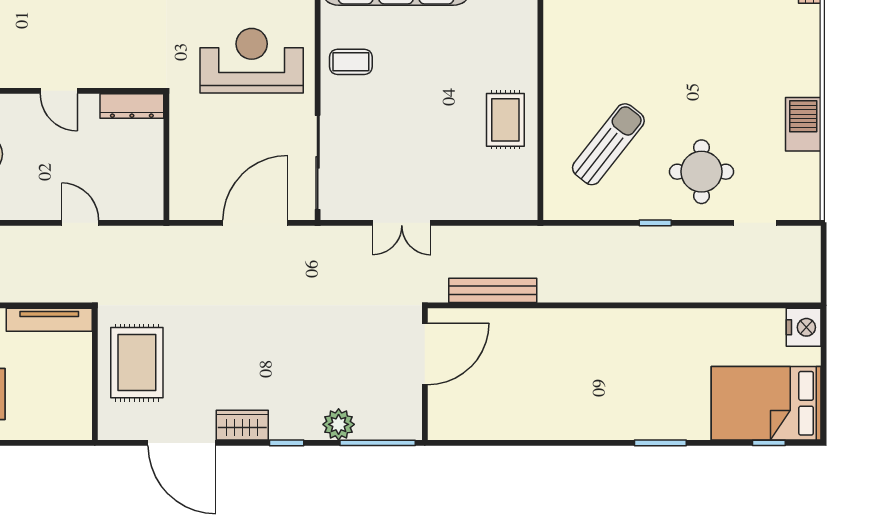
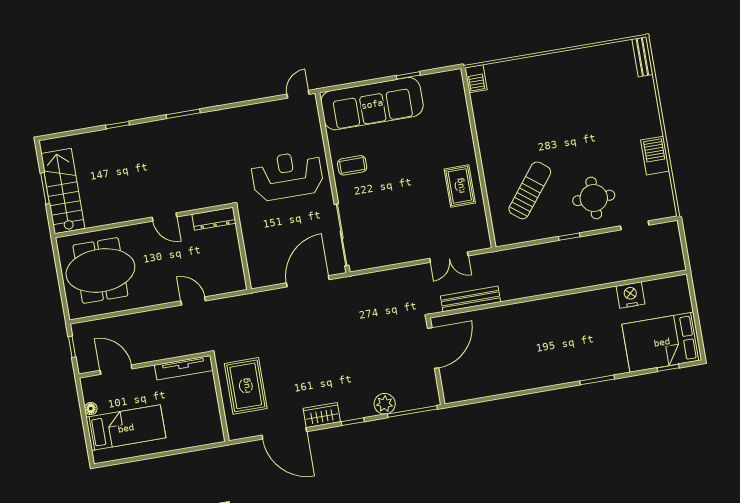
double door: (402, 223) -> (449, 257), moved
nightstand: (804, 327) -> (631, 295), moved, turned -90

